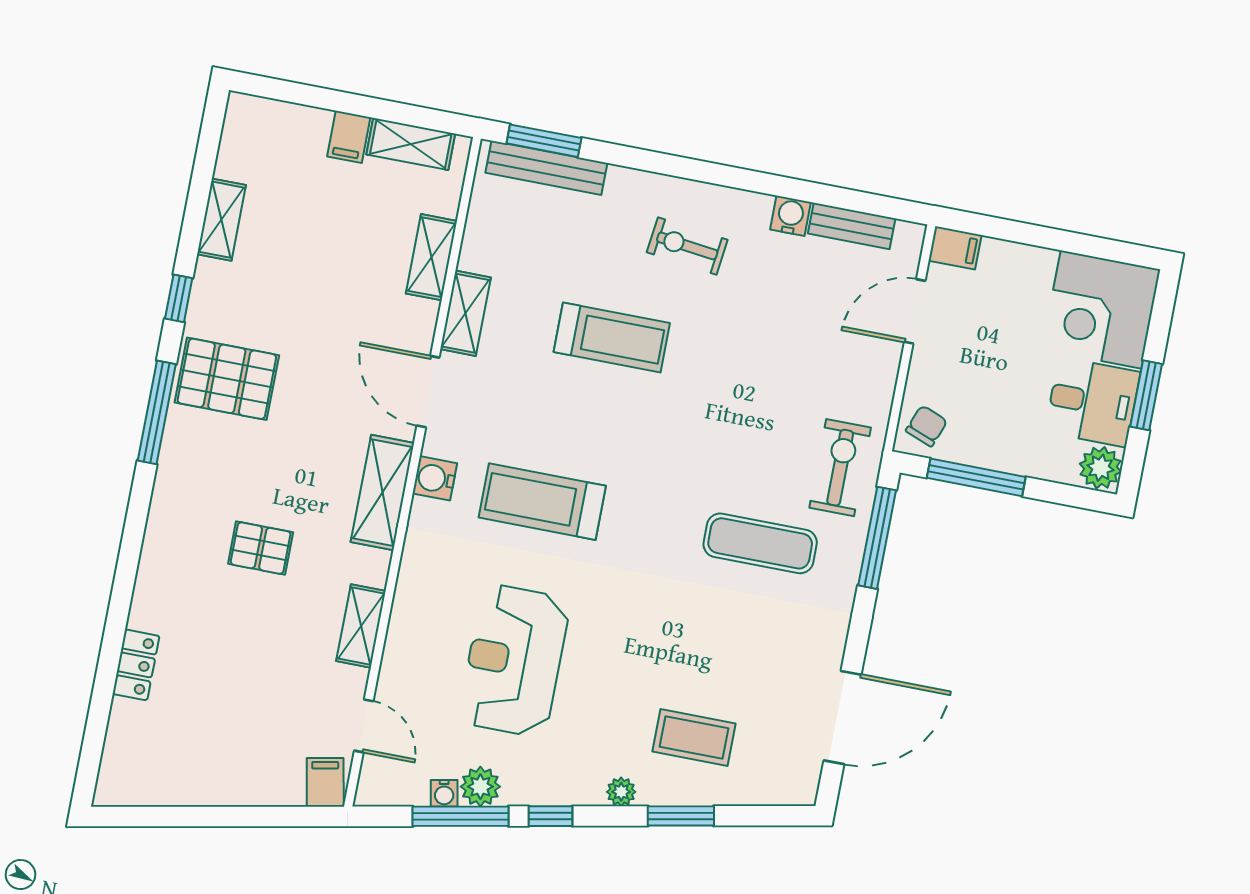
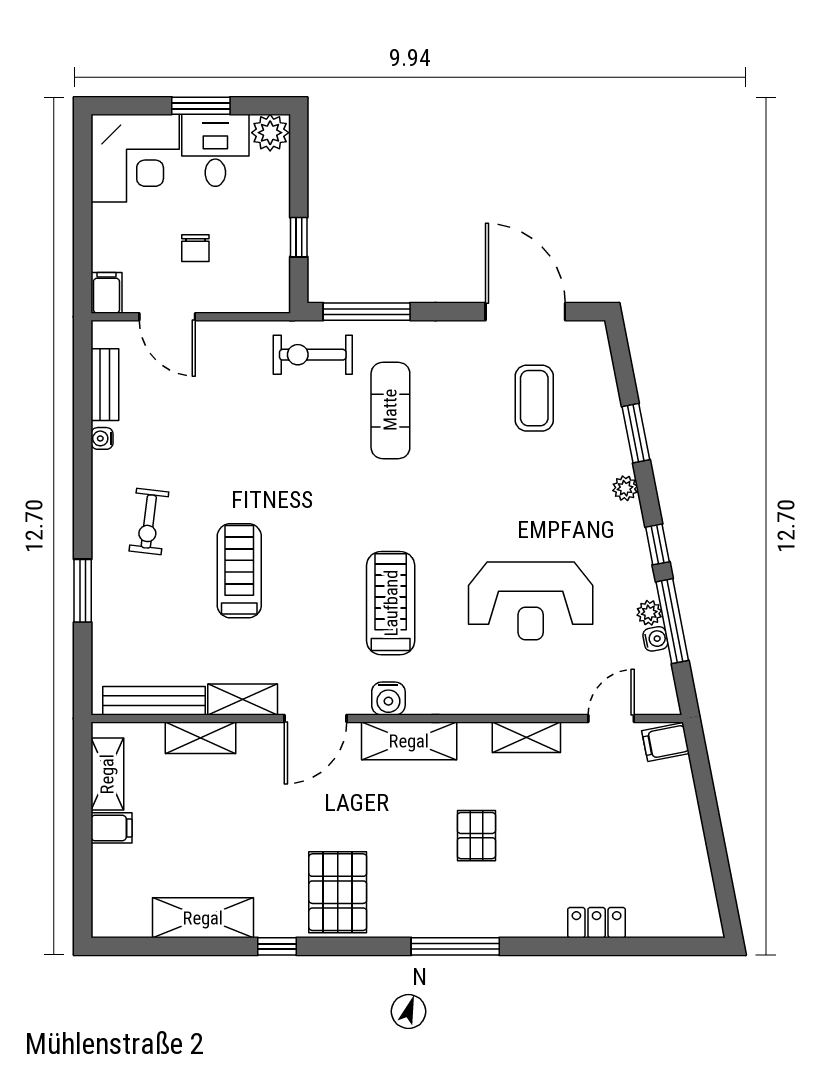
window: (544, 141) -> (83, 591), moved
bench: (546, 168) -> (154, 701), moved, turned 90
water cooler: (790, 216) -> (102, 438), width x0.72, depth x0.72
shelving: (222, 220) -> (203, 918), width x1.50, depth x1.33
window: (157, 412) -> (455, 946), moved
chair: (927, 426) -> (195, 248), moved, turned -111
window: (976, 477) -> (299, 237), width x0.46
treadmill: (542, 502) -> (391, 603), turned 180
coffee table: (694, 737) -> (534, 398), moved
plant: (480, 787) -> (649, 613), width x0.73, depth x0.73

